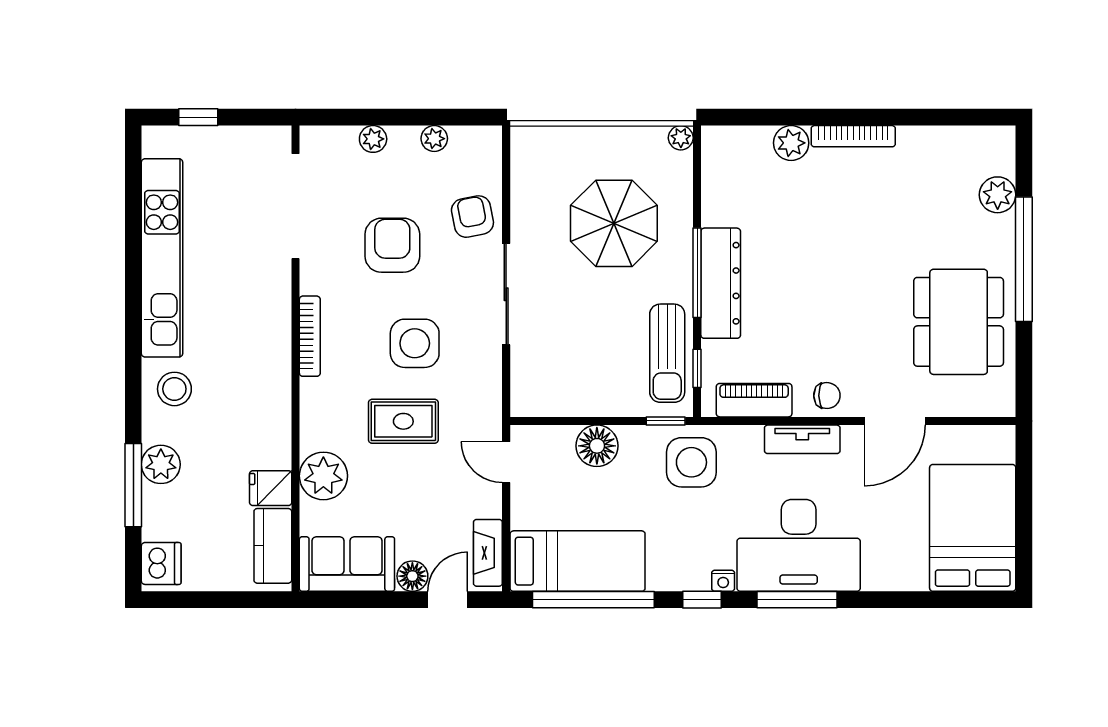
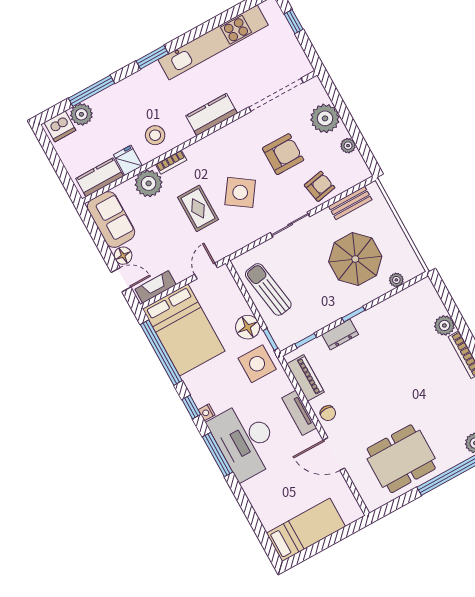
plant: (681, 138) -> (396, 280), moved
plant: (373, 139) -> (325, 118), width x1.87, depth x1.87
bench: (524, 184) -> (350, 203), added
window: (697, 273) -> (353, 314), width x0.46
dresser: (721, 283) -> (340, 334), width x0.51, depth x0.80
sliding door: (506, 294) -> (290, 225), width x0.73
kitchen counter: (271, 321) -> (212, 115), added
bookcase: (310, 336) -> (171, 162), moved, width x0.64
side table: (415, 343) -> (240, 192), turned 35
sun lounger: (667, 353) -> (268, 289), moved, turned 81
window: (133, 364) -> (152, 57), added
stool: (174, 389) -> (155, 135), moved
floor lamp: (597, 446) -> (248, 327), moved
plant: (161, 464) -> (81, 114), moved
bed: (973, 528) -> (306, 530), width x0.67
bed: (578, 561) -> (184, 330), width x1.50

